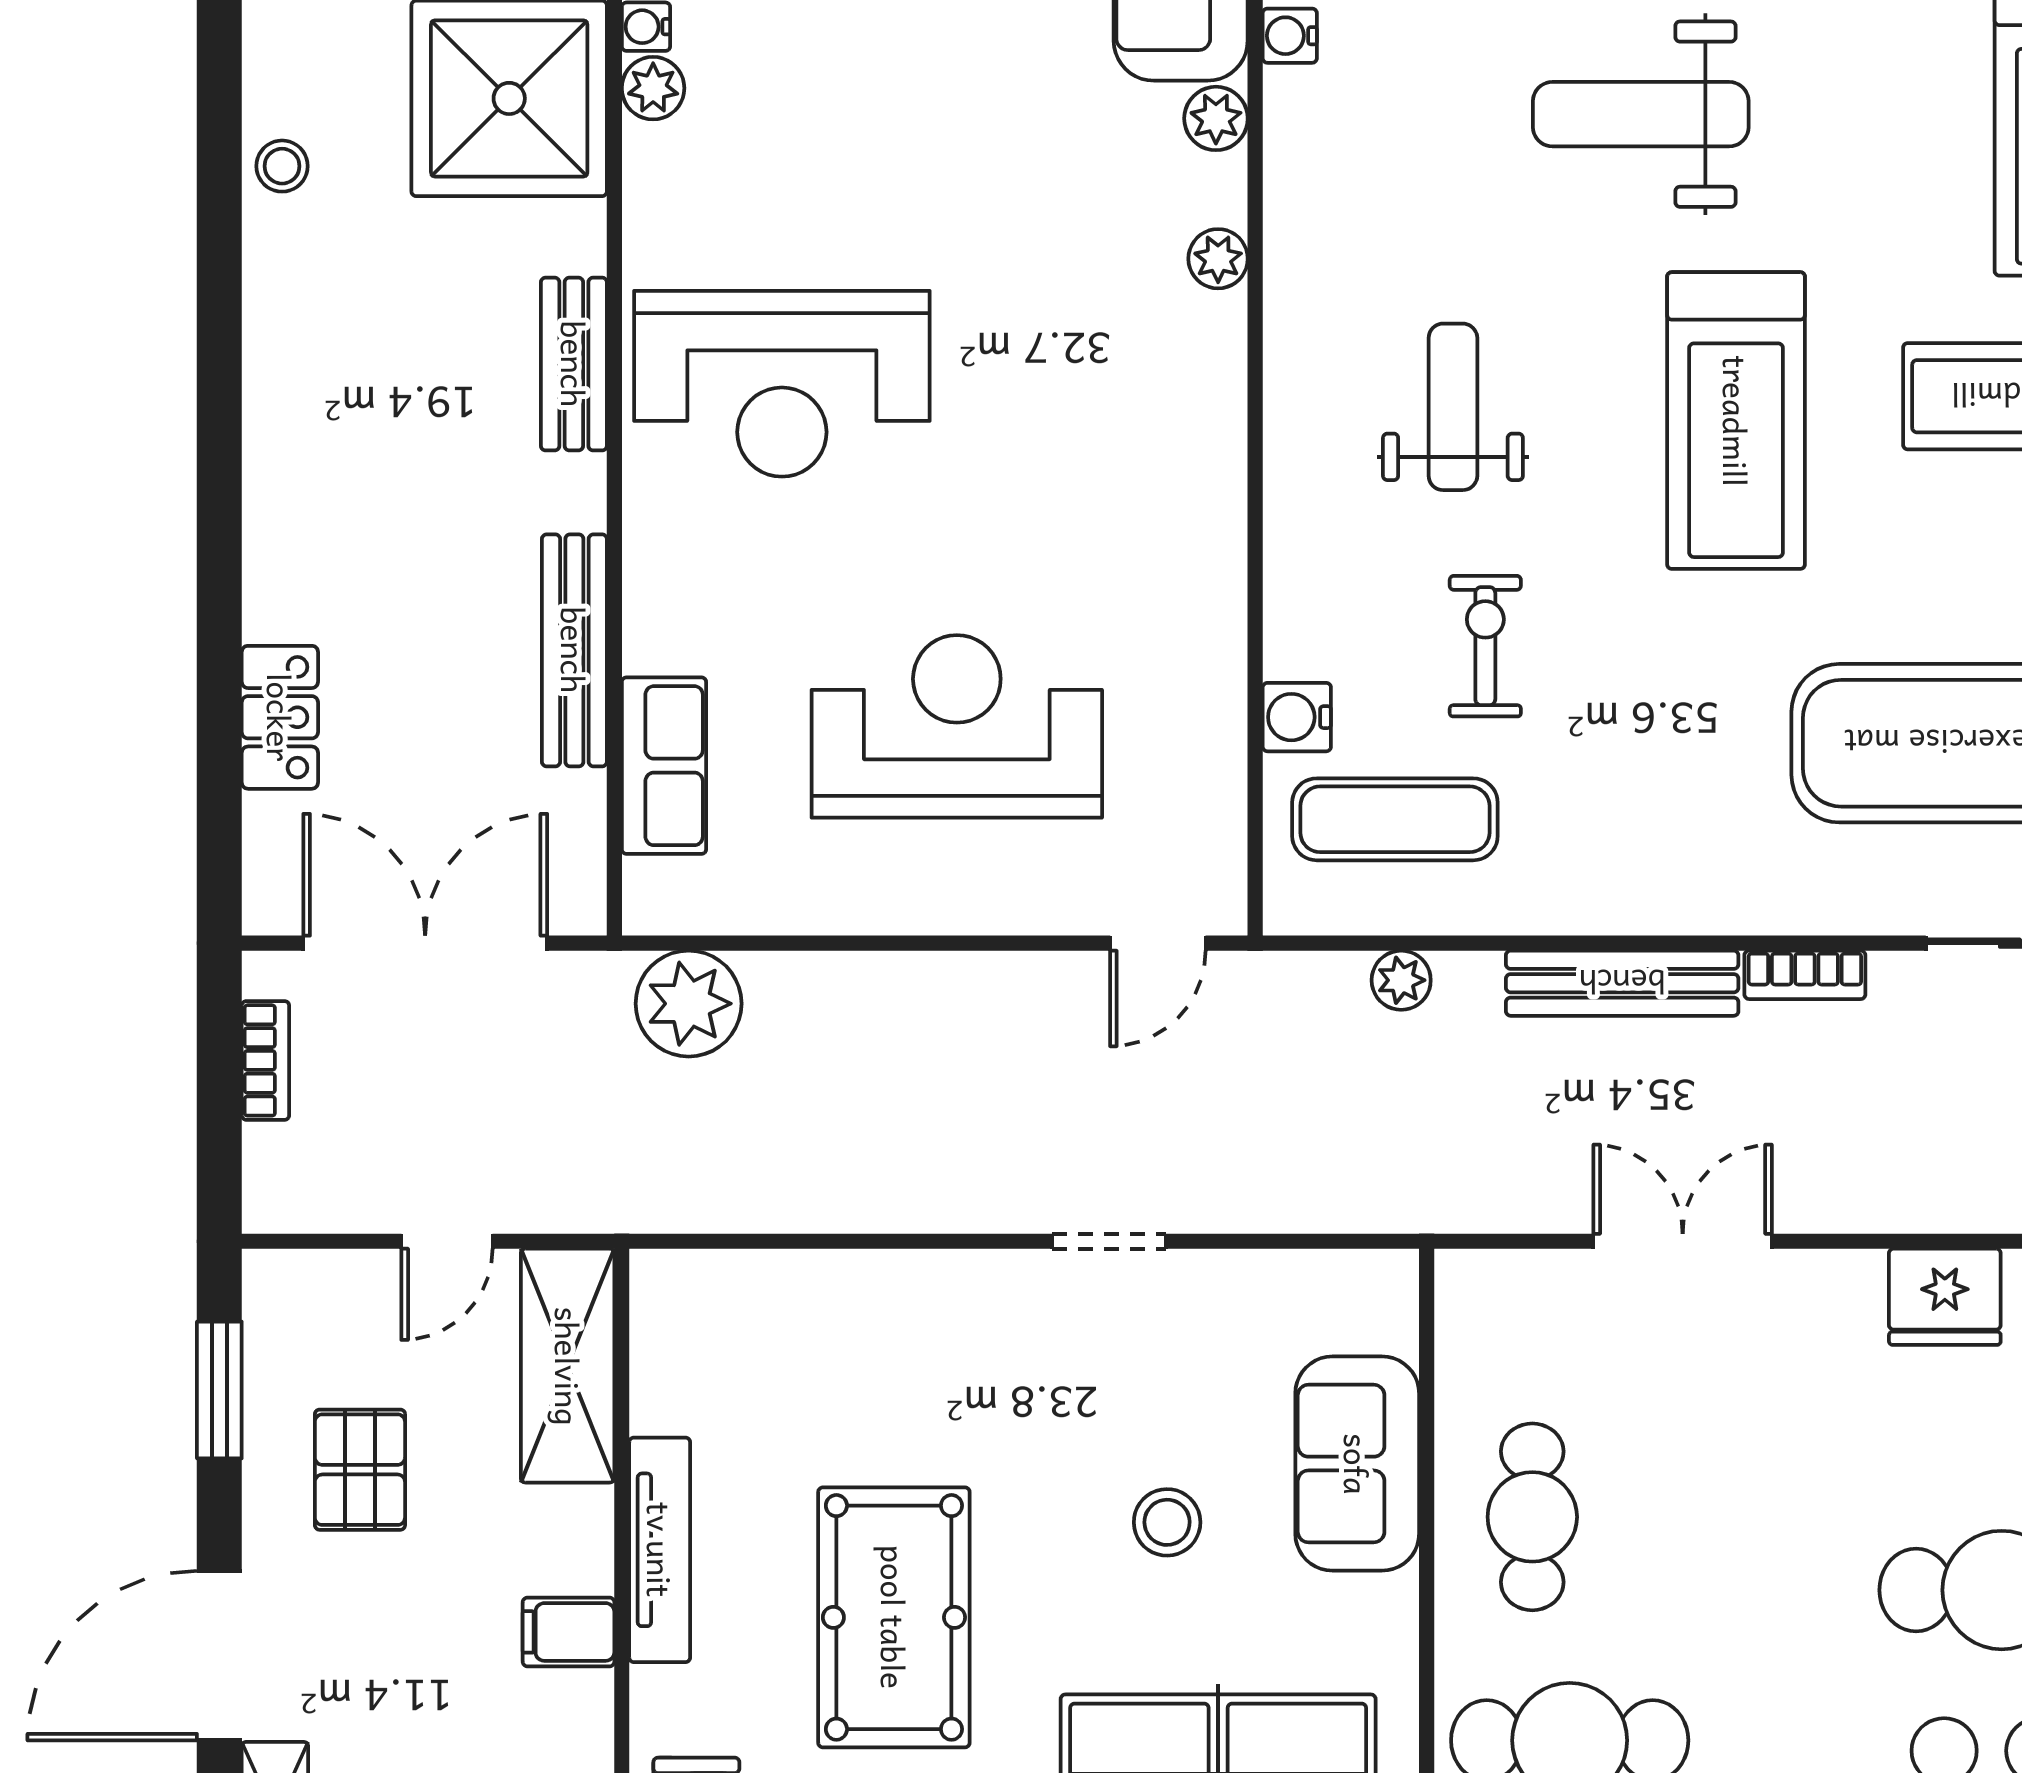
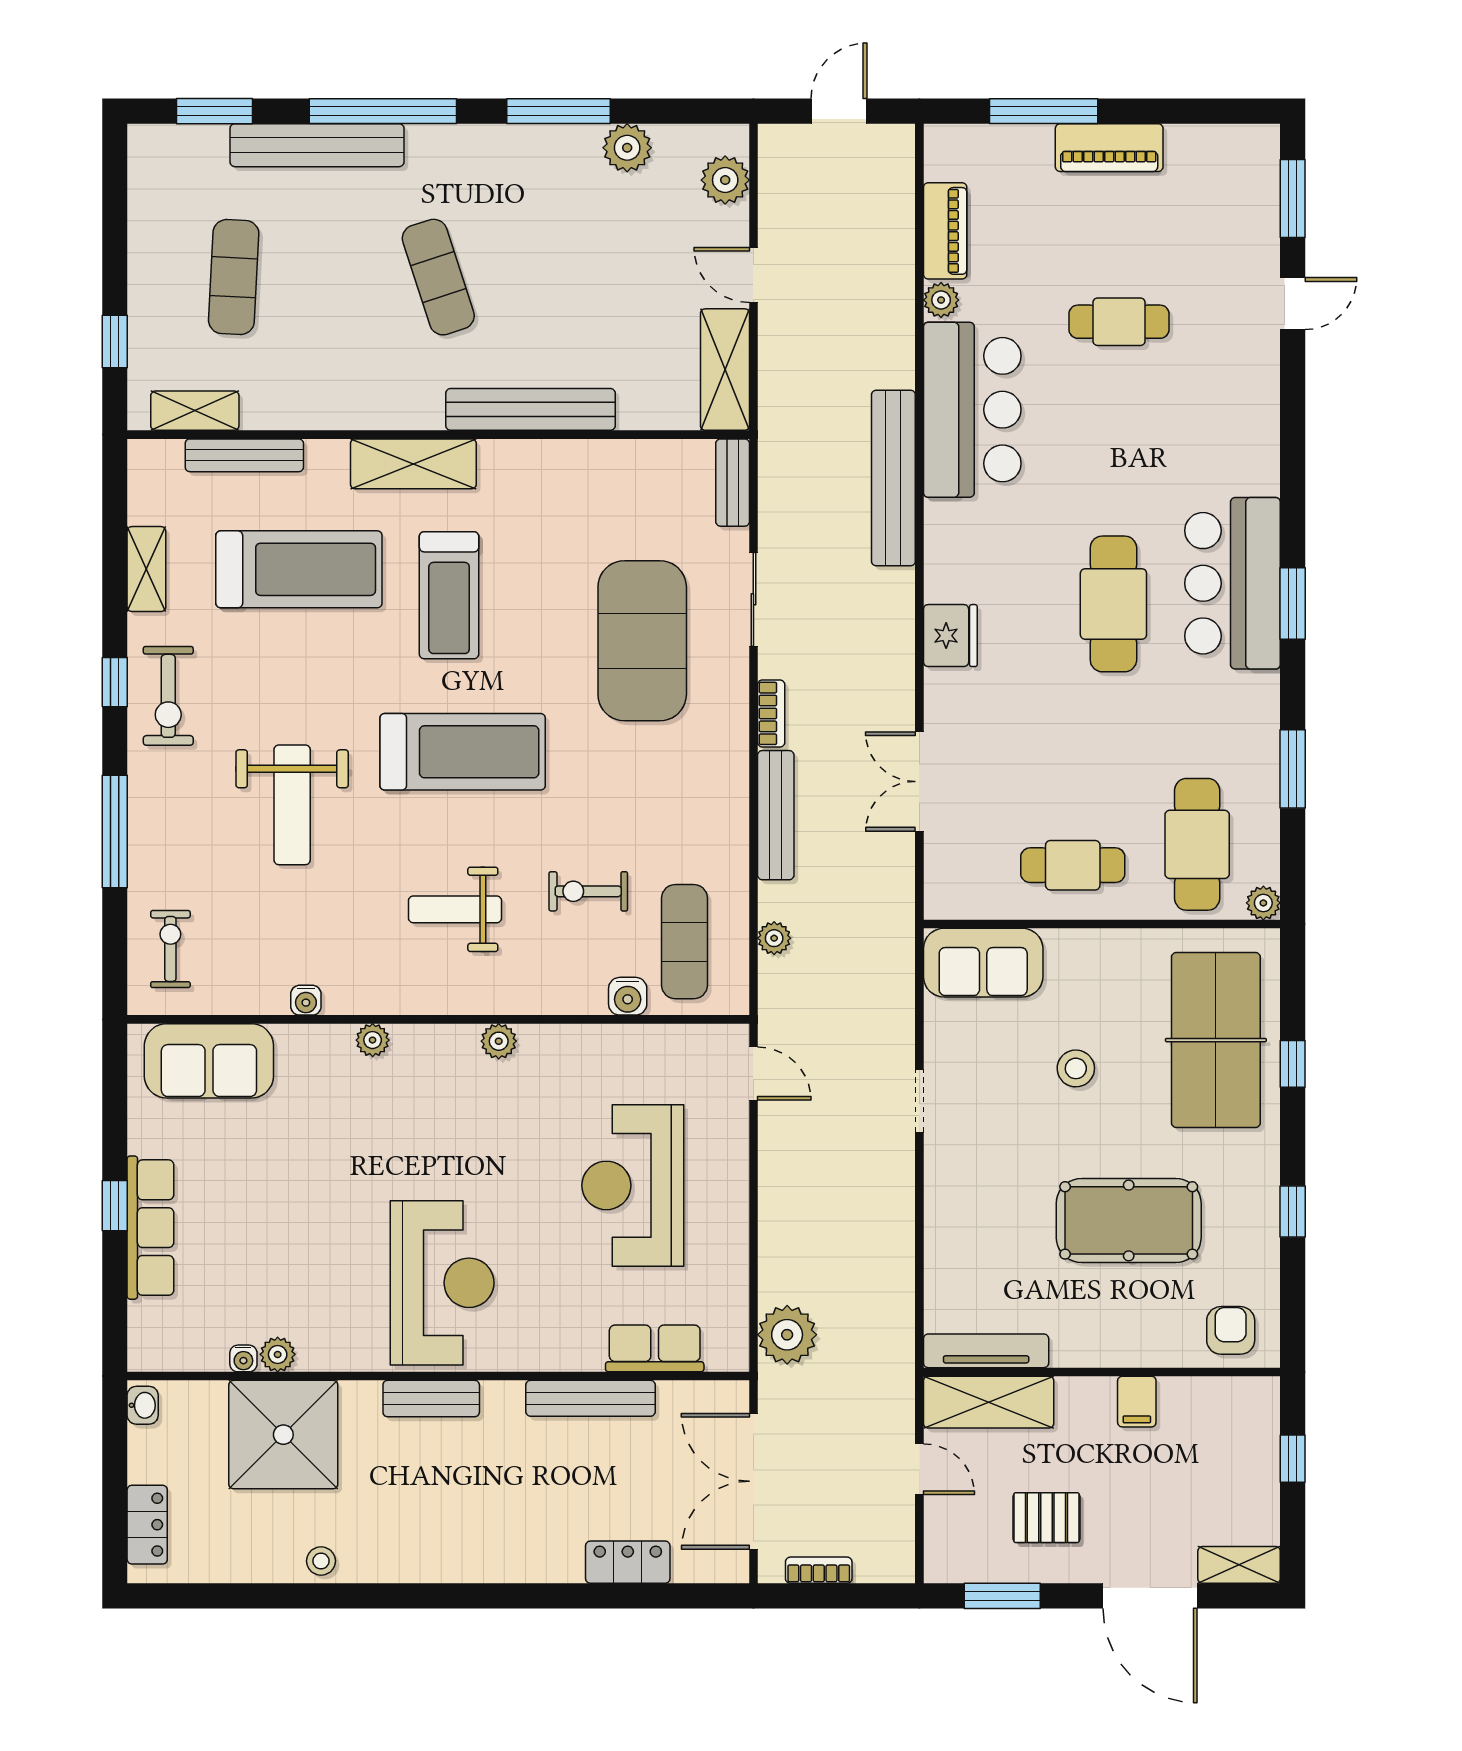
water cooler: (1290, 36) -> (306, 1000), moved
plant: (1216, 118) -> (499, 1041), moved
sofa: (1357, 1464) -> (983, 963), moved
tv unit: (660, 1550) -> (986, 1351), moved

